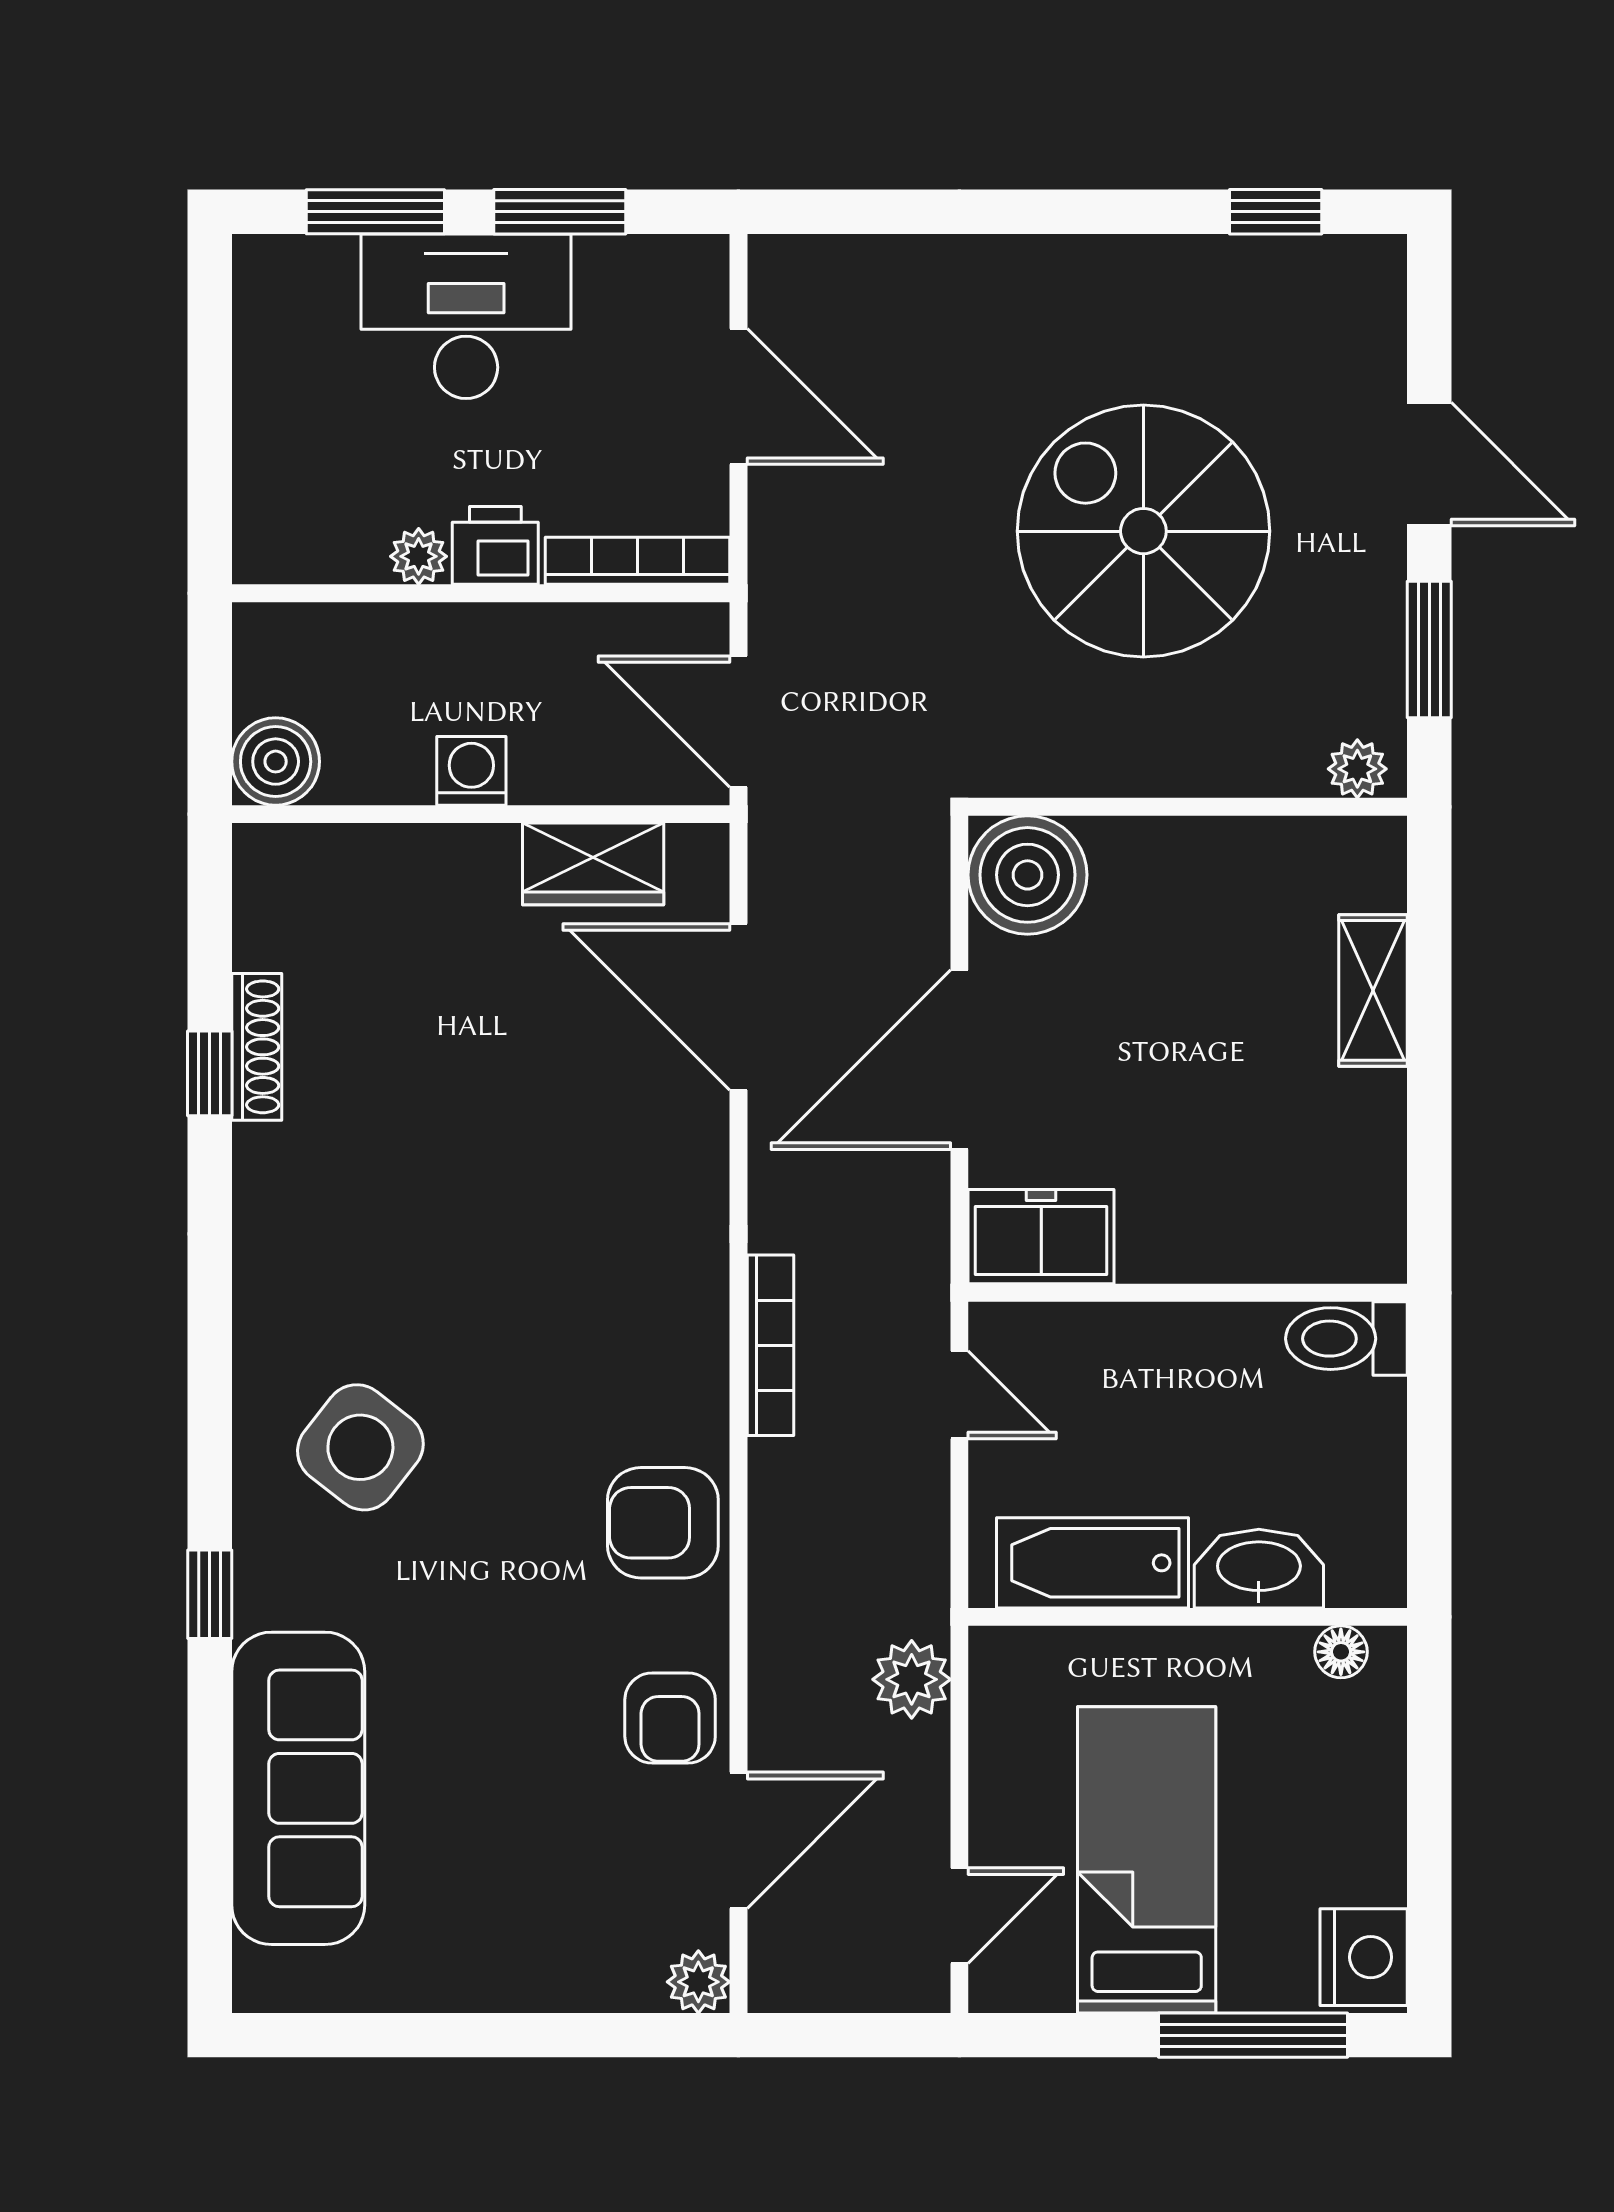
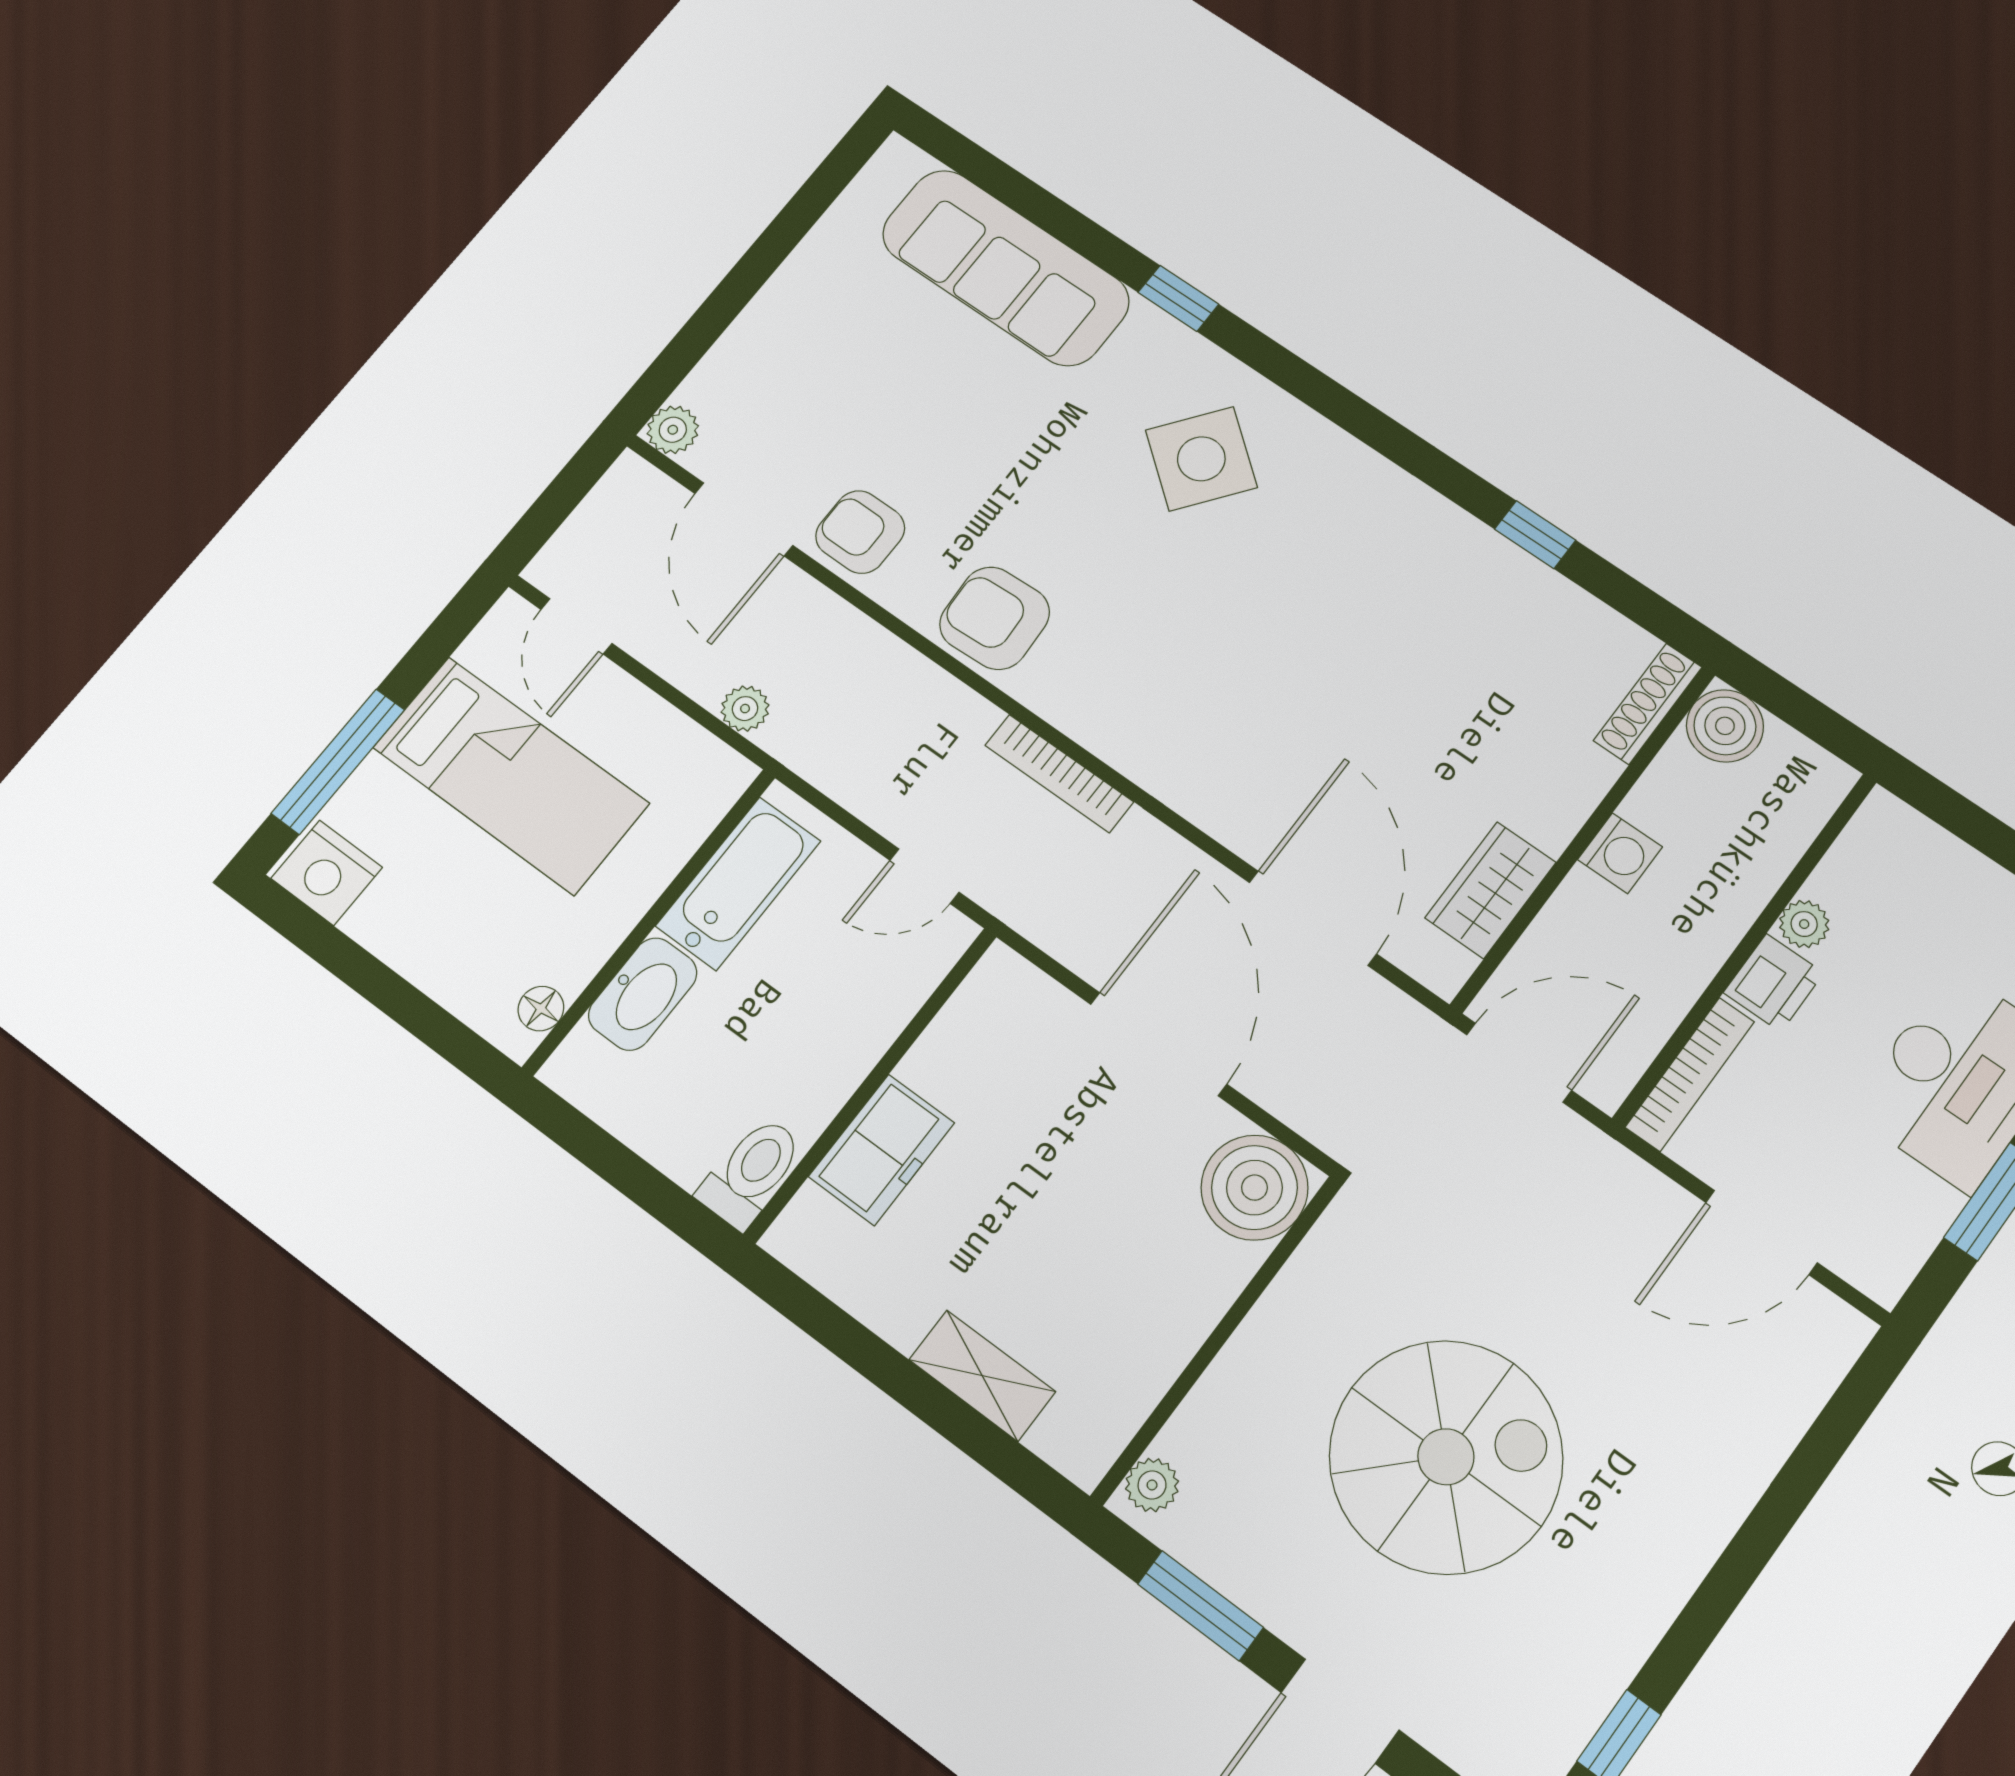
door: (738, 1007) -> (1313, 918), hinge flipped
shoe rack: (257, 1047) -> (1648, 704), moved, turned 90
freezer: (1041, 1237) -> (882, 1150), moved
armchair: (663, 1523) -> (995, 618), turned -93
plant: (912, 1679) -> (745, 709), width x0.73, depth x0.73

